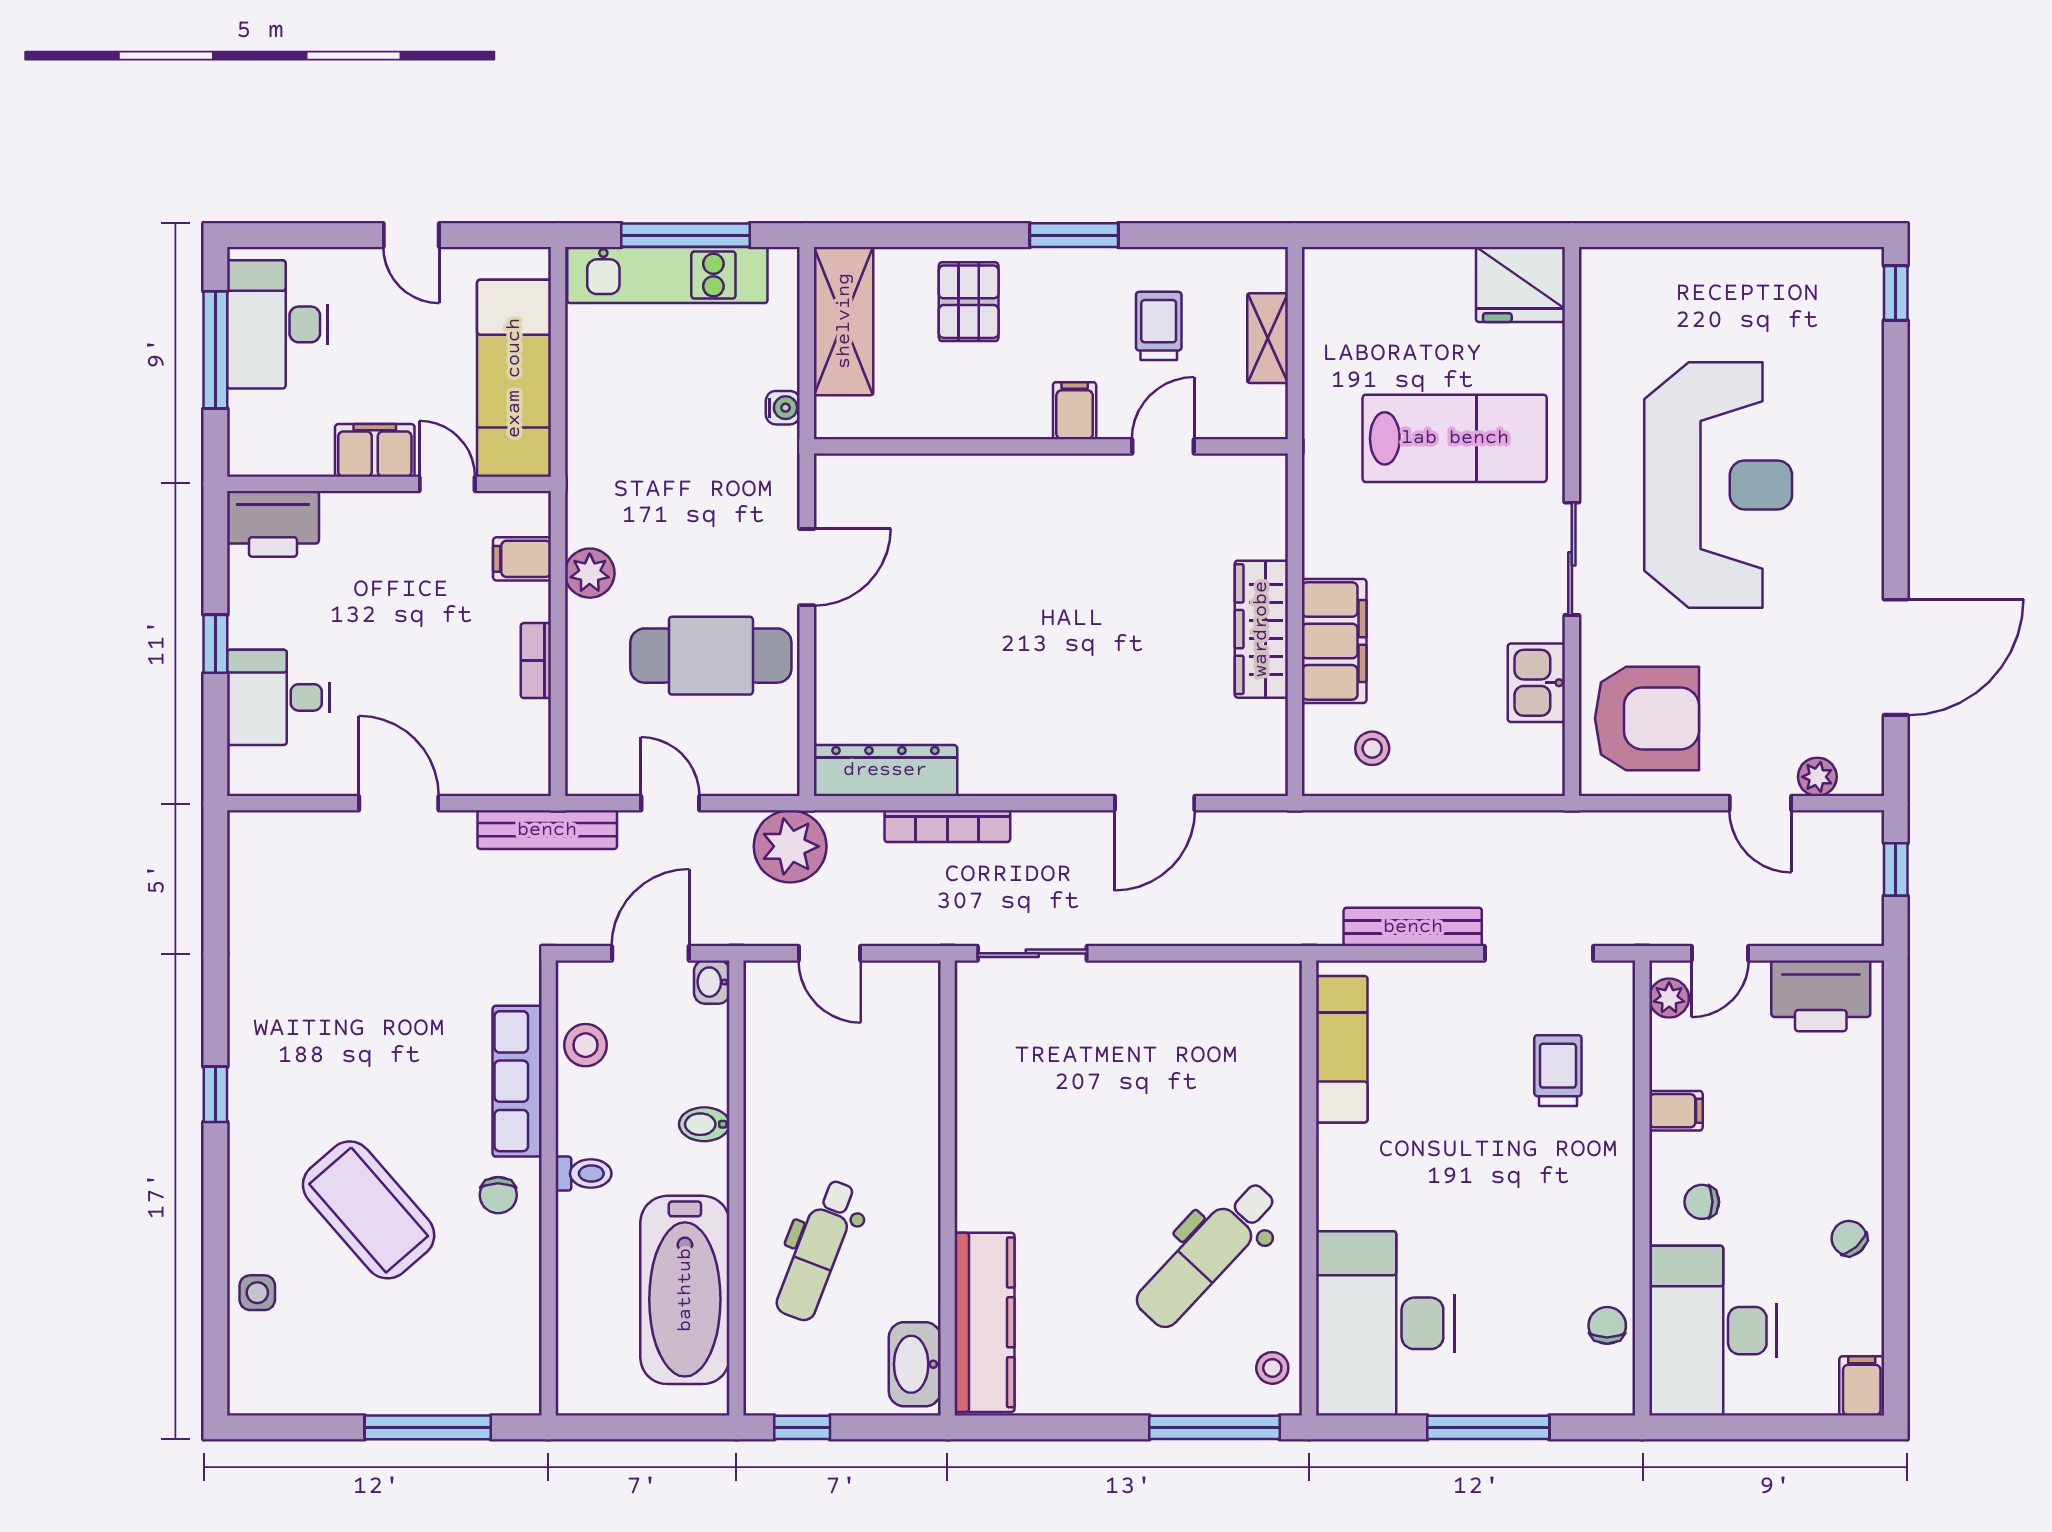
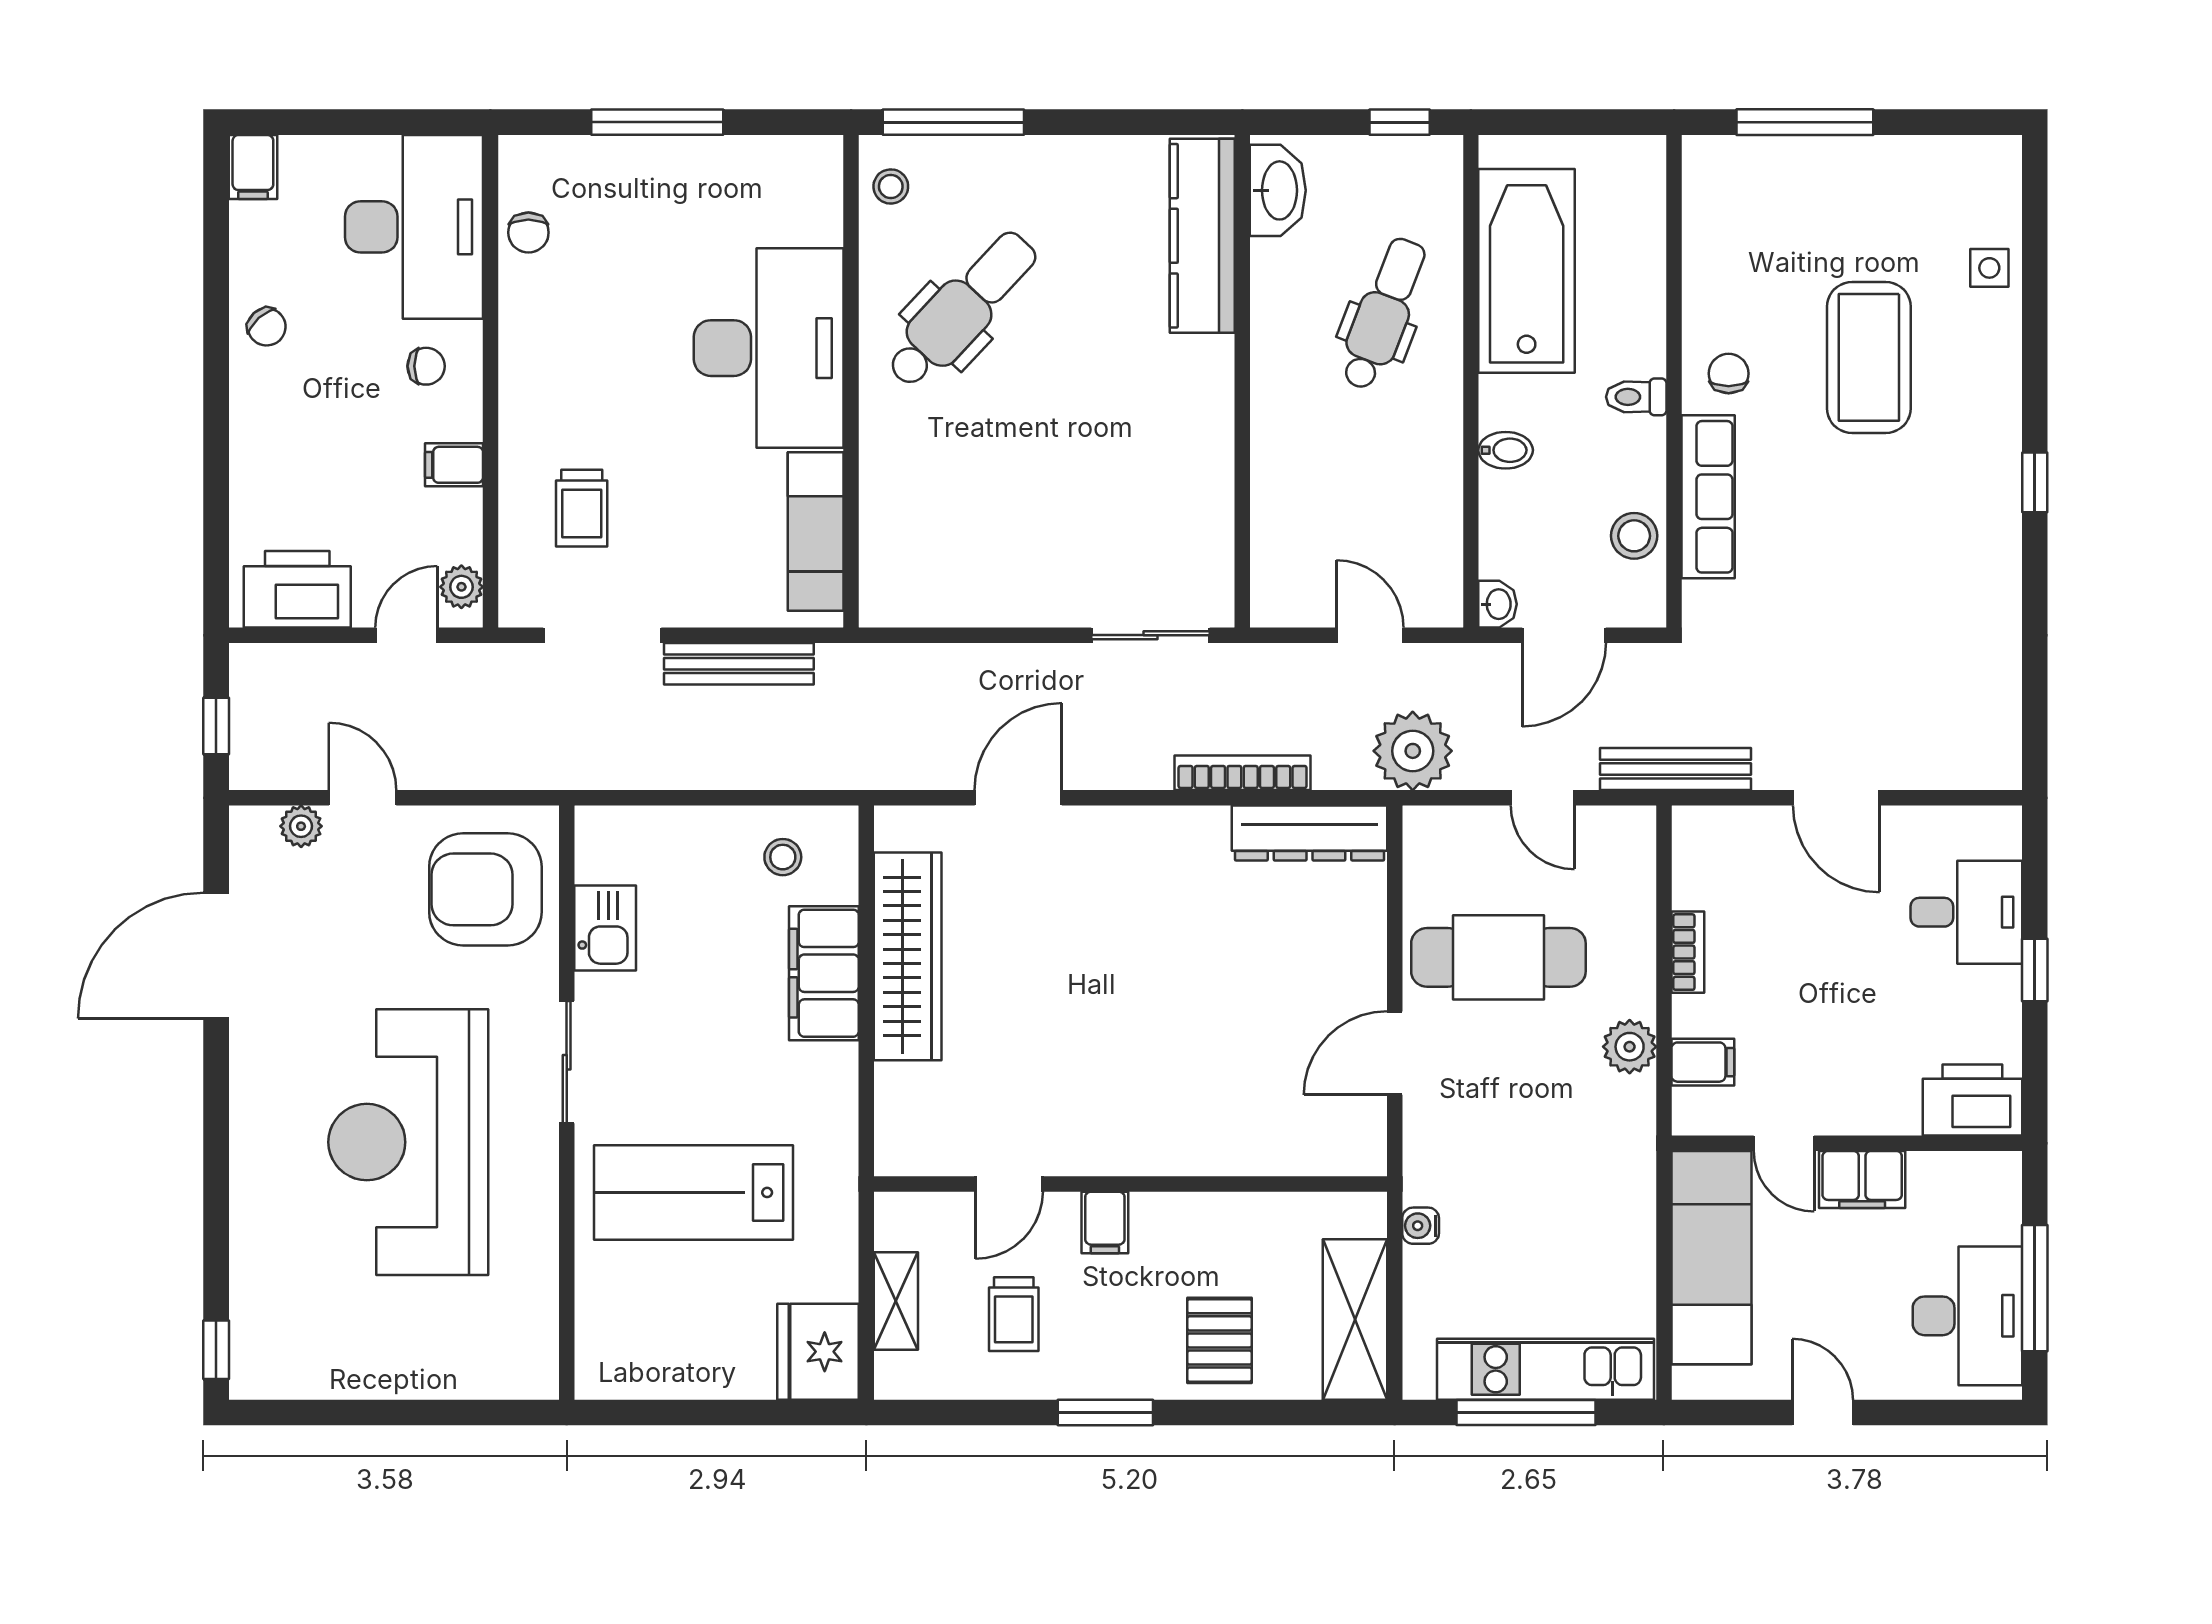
fridge: (1520, 284) -> (818, 1352), moved, turned -90
wardrobe: (1261, 629) -> (908, 956), width x1.40, depth x1.17
coffee table: (369, 1210) -> (1869, 357), turned 41
desk: (1385, 1323) -> (769, 348), moved

